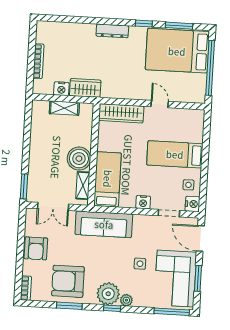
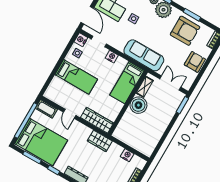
wardrobe: (85, 88) -> (100, 141), moved
cot: (192, 95) -> (46, 109), added
shelving: (64, 108) -> (131, 142), removed

